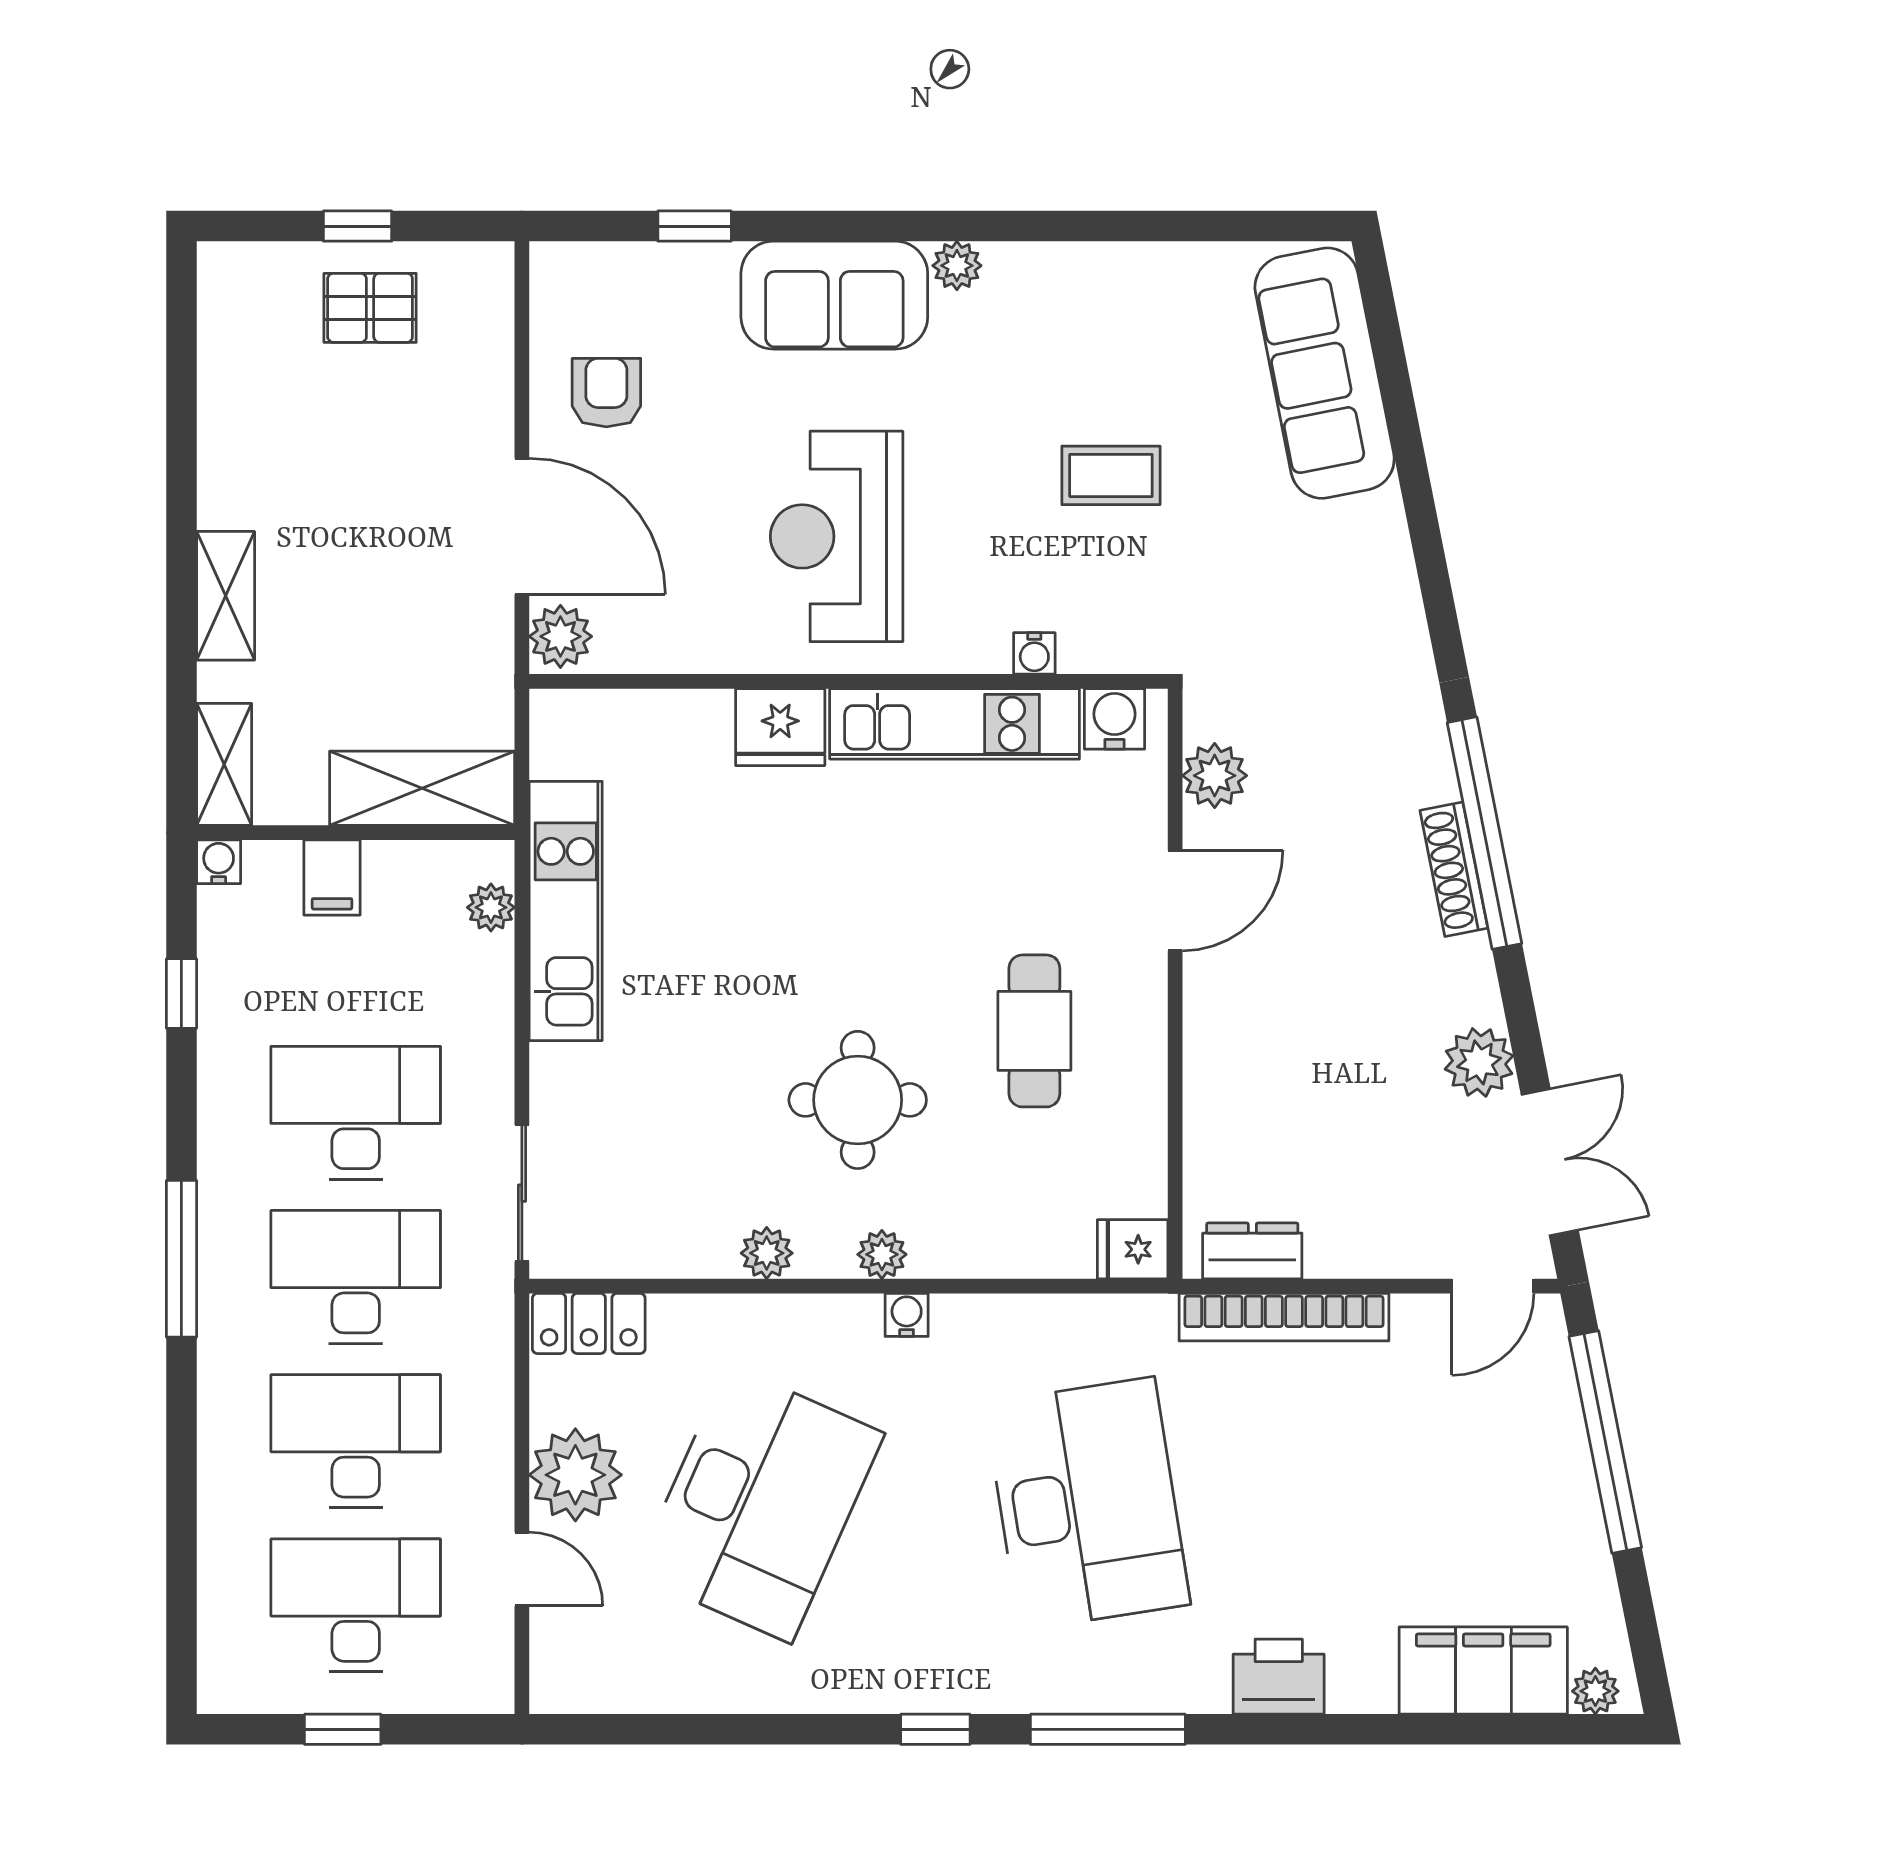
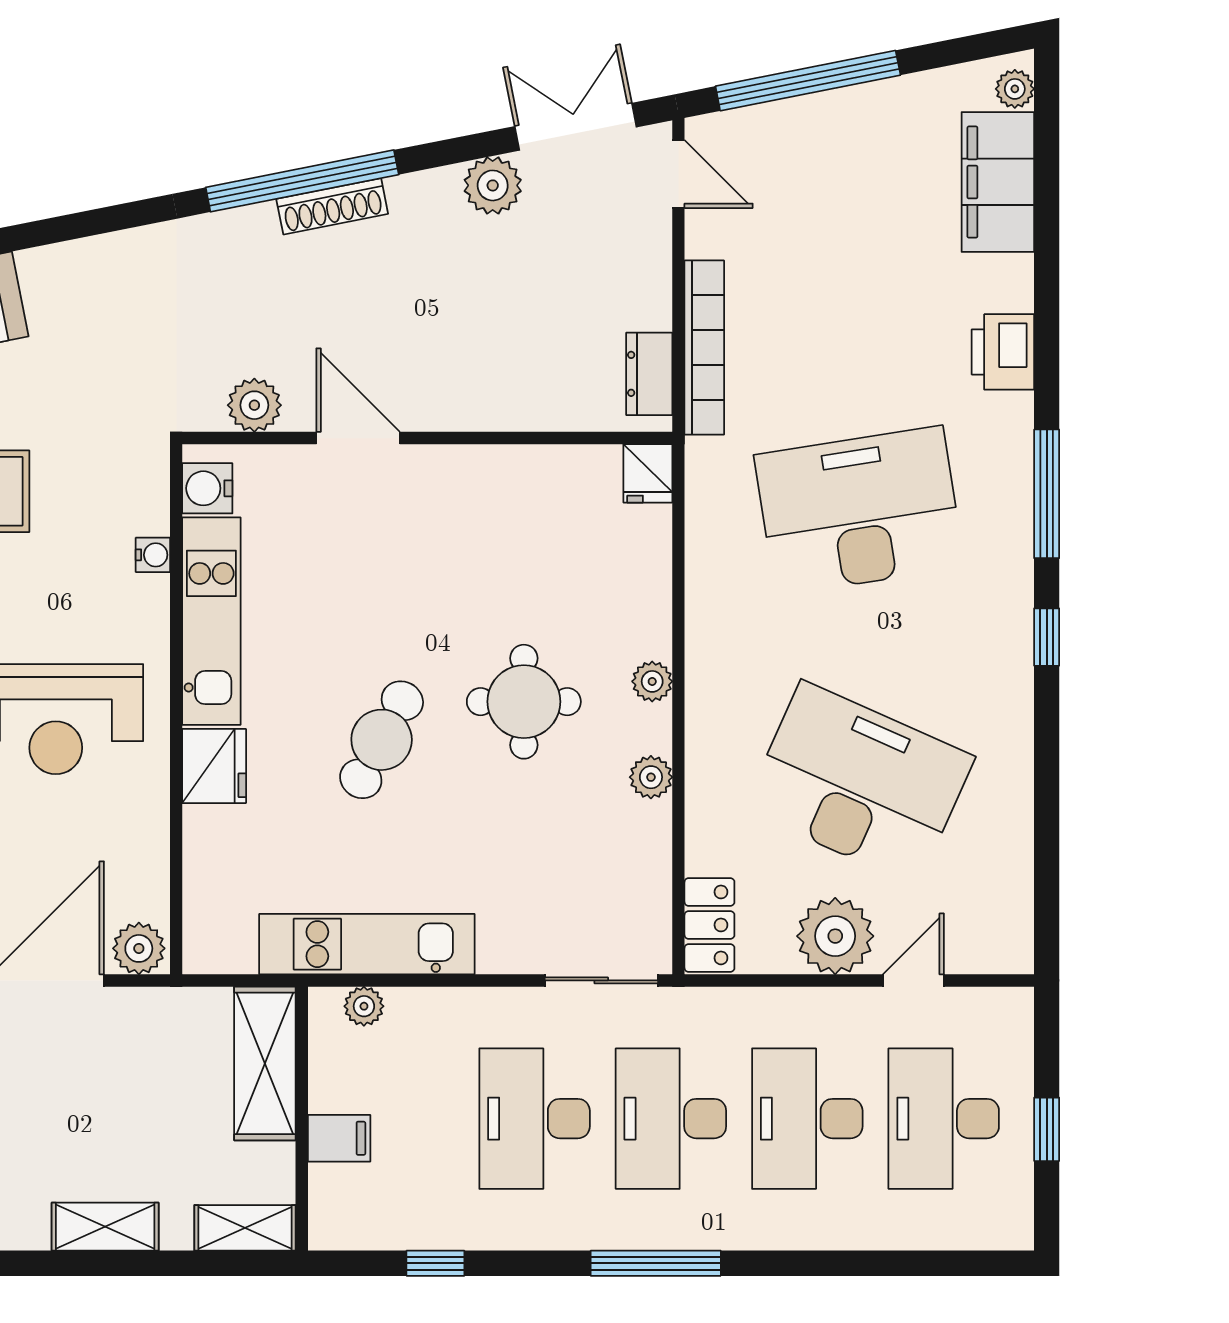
water cooler: (219, 862) -> (326, 1232), removed
cafe table: (1034, 1031) -> (382, 740), moved, turned -62
water cooler: (907, 1315) -> (702, 661), removed

